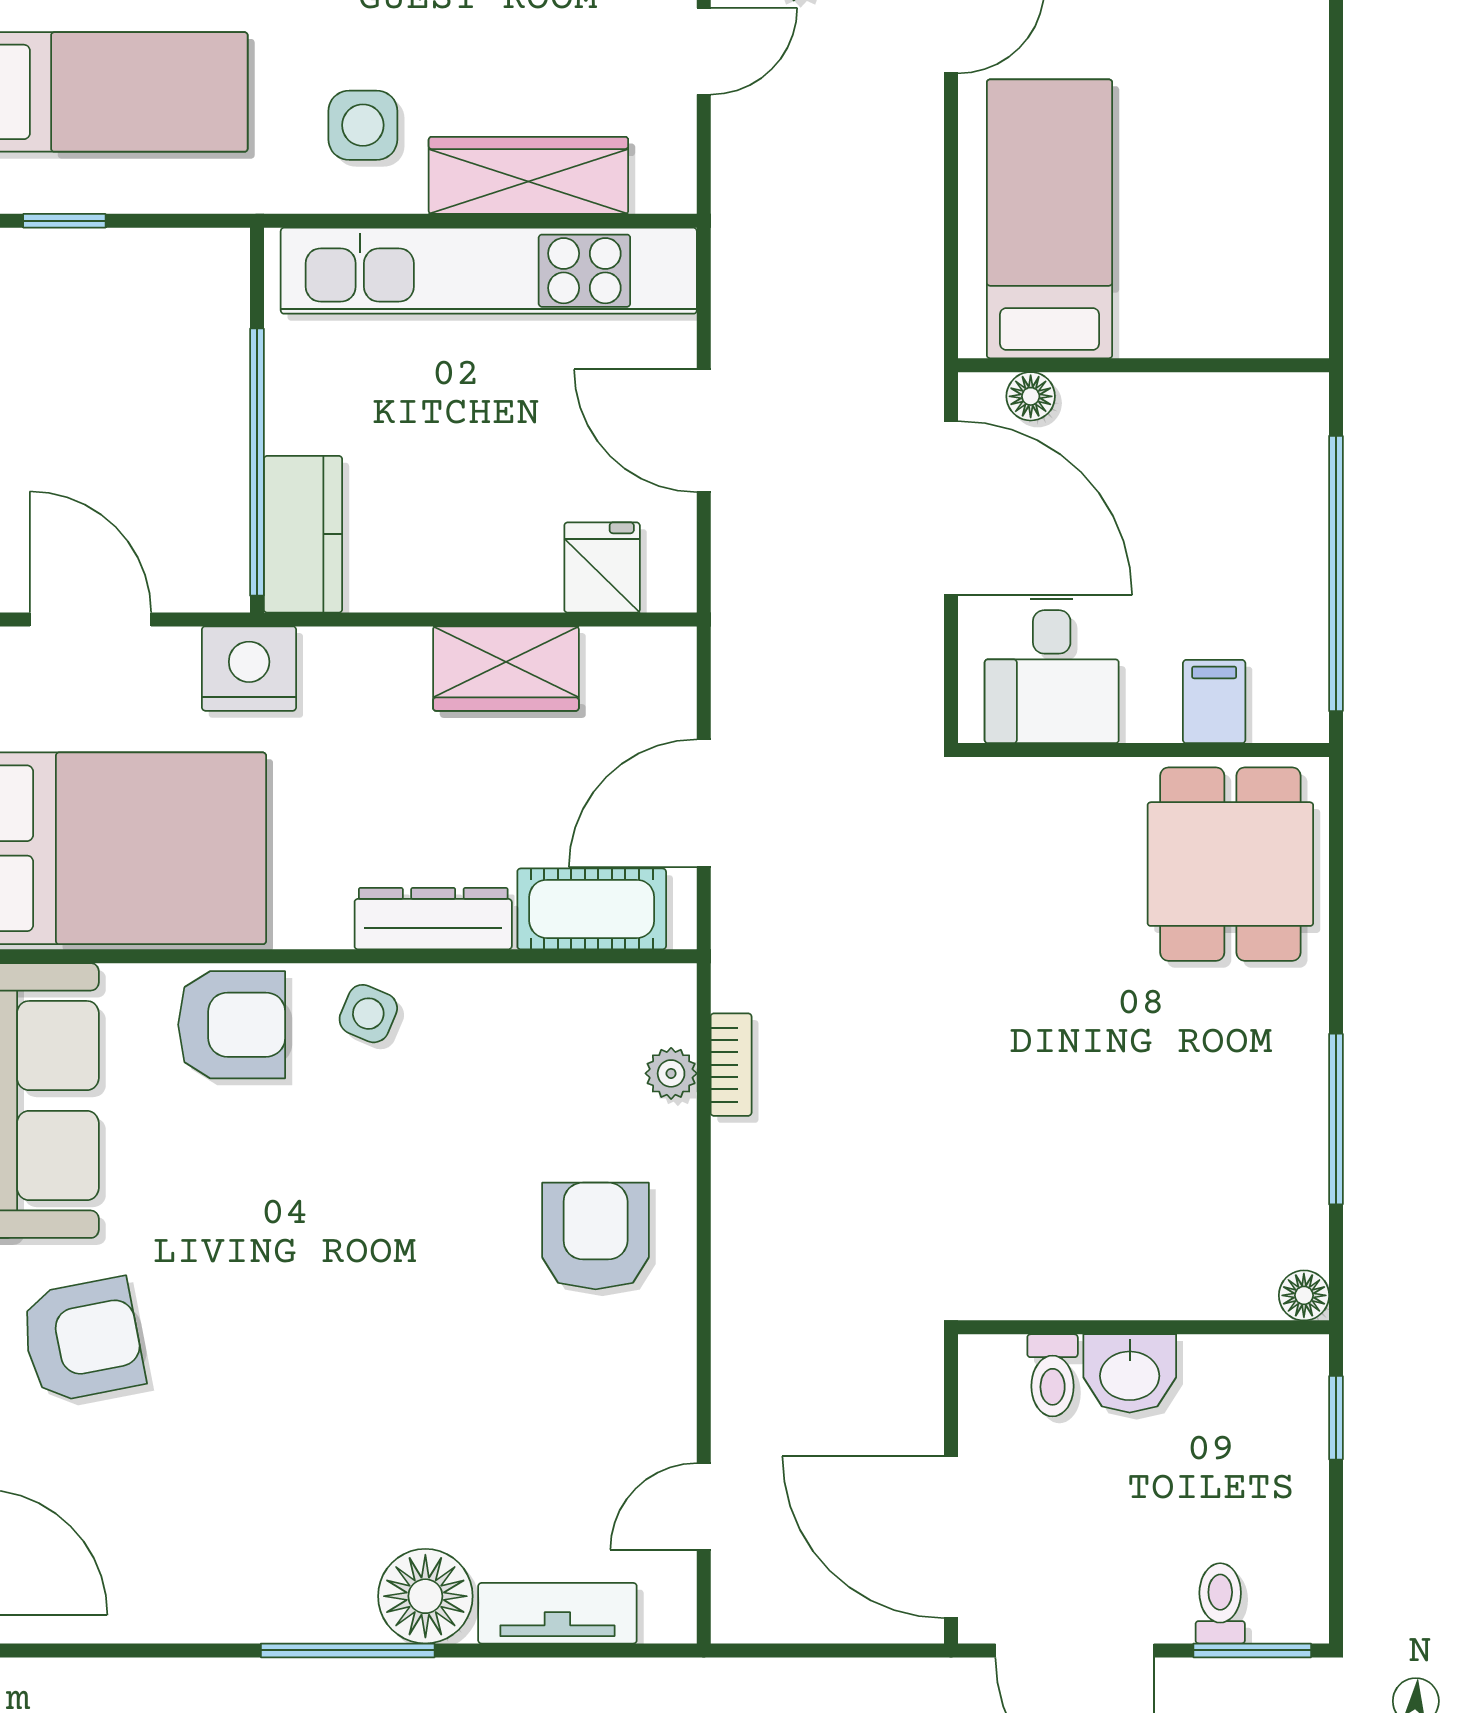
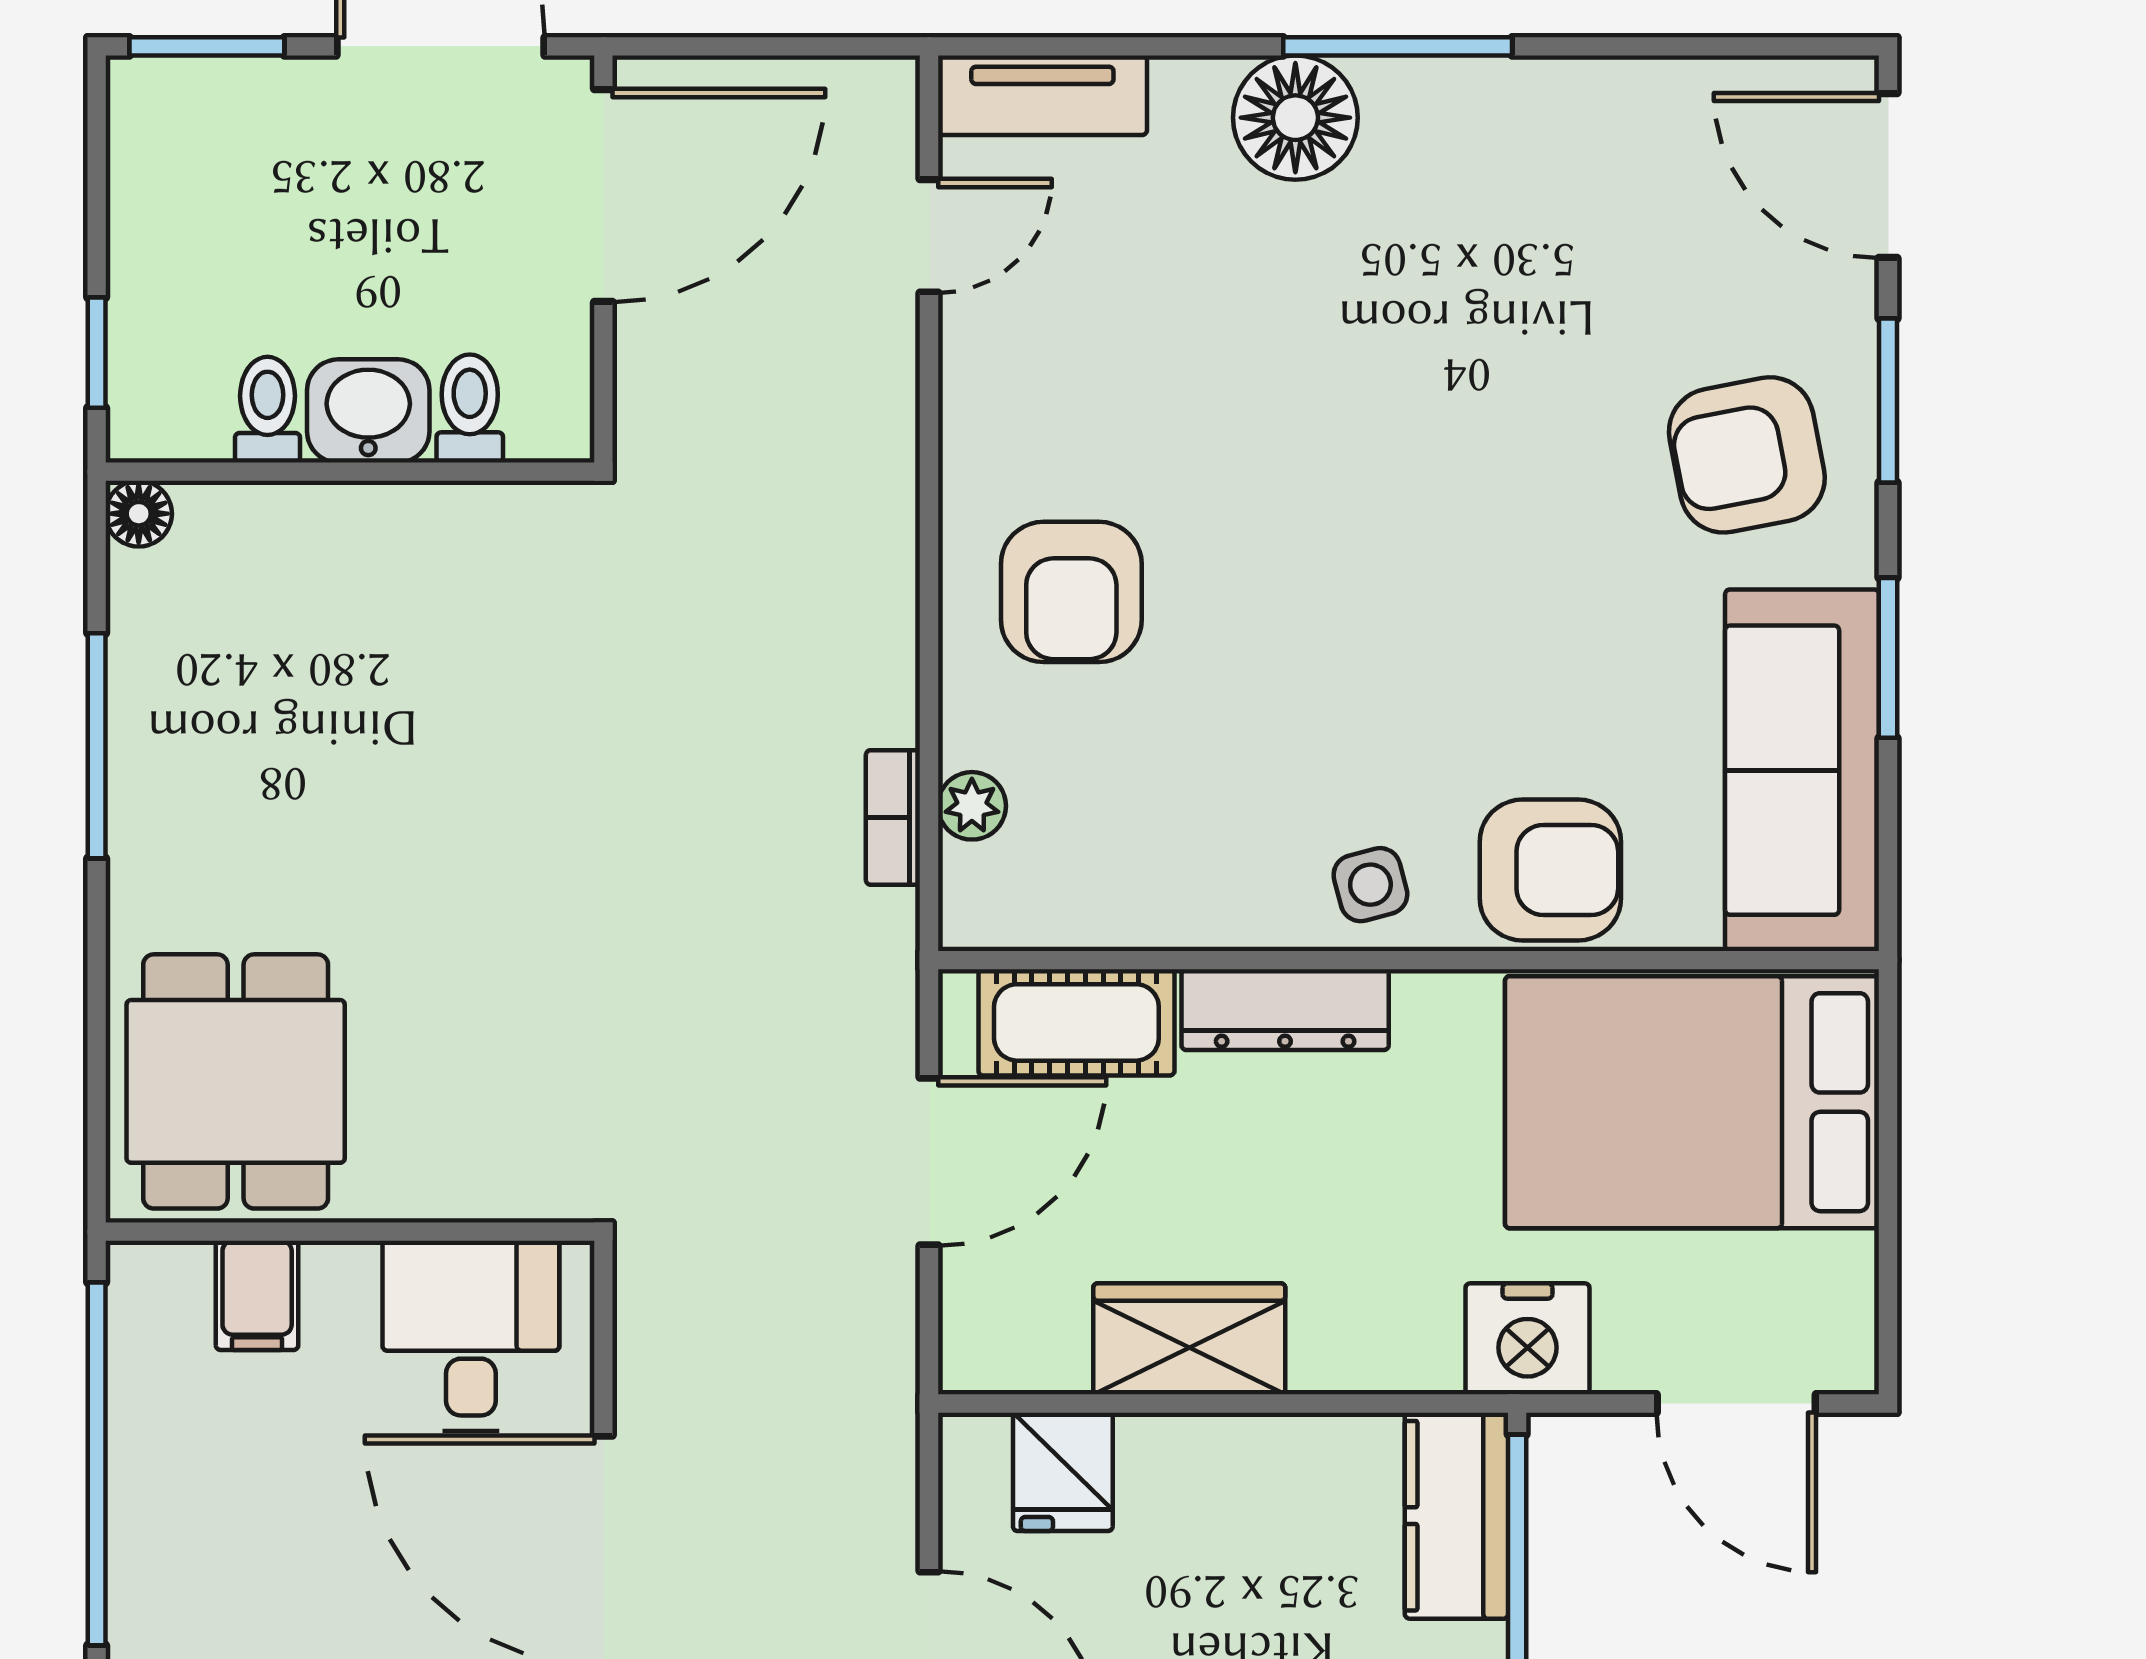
side table: (368, 1014) -> (1370, 885), turned -38
armchair: (232, 1025) -> (1550, 870), turned 180
door: (951, 1537) -> (603, 195), hinge flipped
toilet: (1220, 1603) -> (267, 410), moved, turned 180
tv unit: (557, 1613) -> (1042, 95), moved

